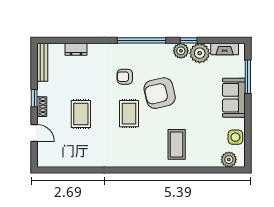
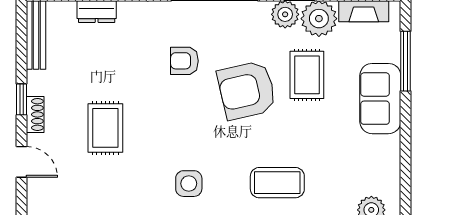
rug: (129, 114) -> (307, 75), moved
side table: (235, 137) -> (189, 184), moved
coffee table: (177, 144) -> (277, 183), turned 90

